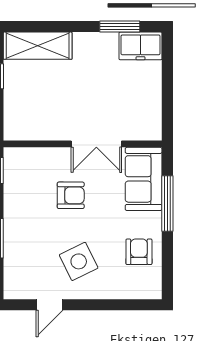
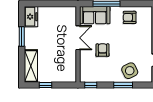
window: (120, 27) -> (22, 37), moved
side table: (79, 261) -> (130, 71), moved

